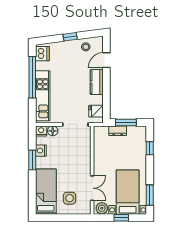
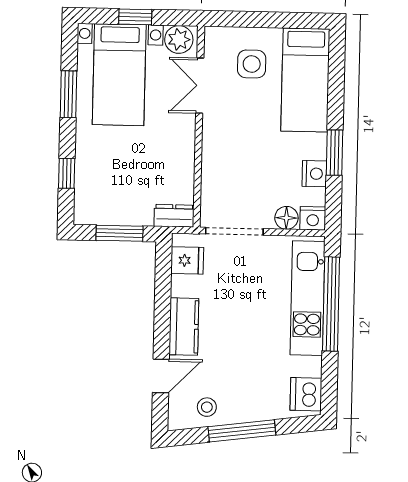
window: (70, 37) -> (242, 431), width x2.17
window: (32, 77) -> (331, 304), moved
dresser: (118, 131) -> (174, 216), moved
window: (150, 195) -> (68, 94), moved

